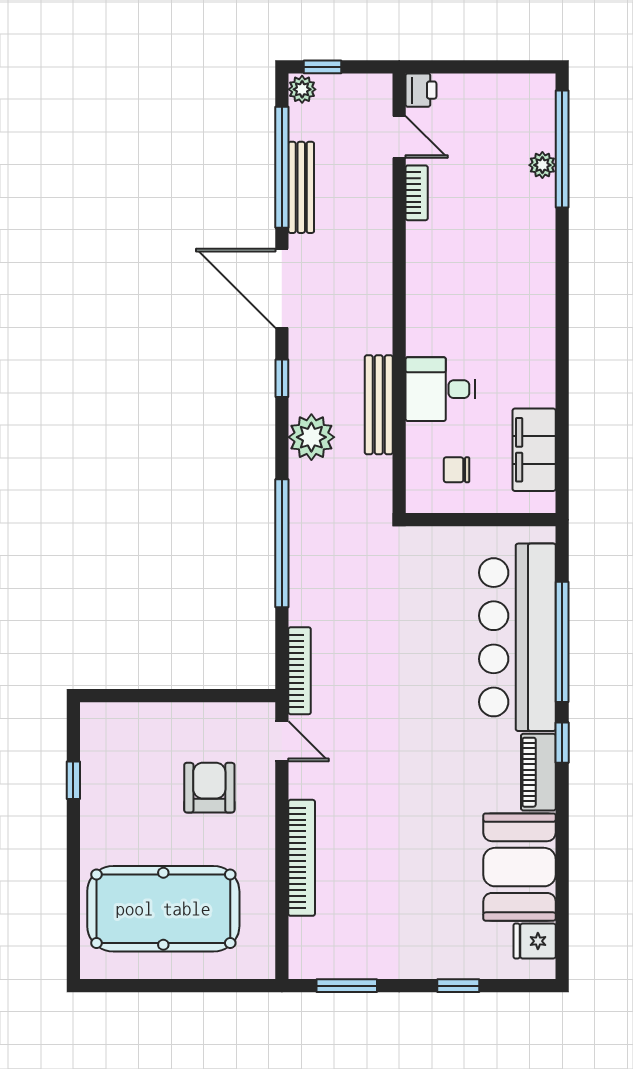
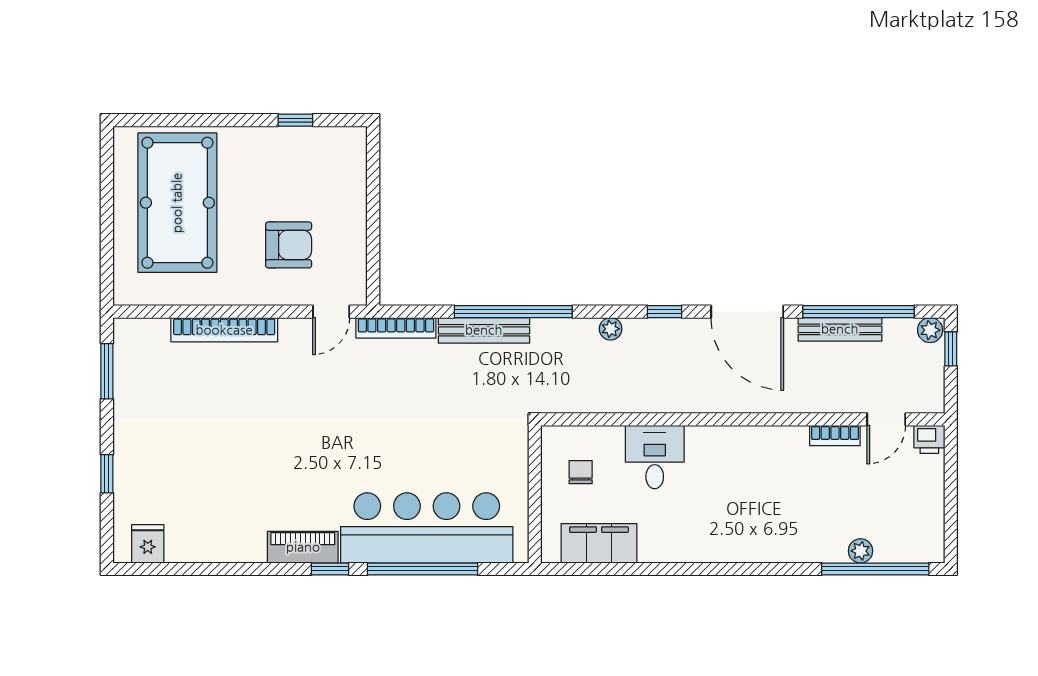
door: (282, 288) -> (747, 312), swing flipped
bench: (379, 405) -> (484, 330), moved
plant: (311, 437) -> (611, 329), width x0.53, depth x0.53
booth: (519, 867) -> (216, 530), removed

